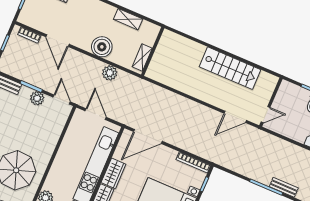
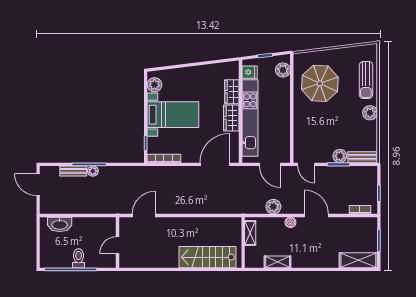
door: (57, 41) -> (317, 216), moved
boiler: (102, 47) -> (290, 222), width x0.54, depth x0.54
stairs: (230, 68) -> (208, 257), moved
plant: (37, 98) -> (340, 156), moved
door: (266, 115) -> (118, 245), moved
plant: (265, 179) -> (93, 171), added

